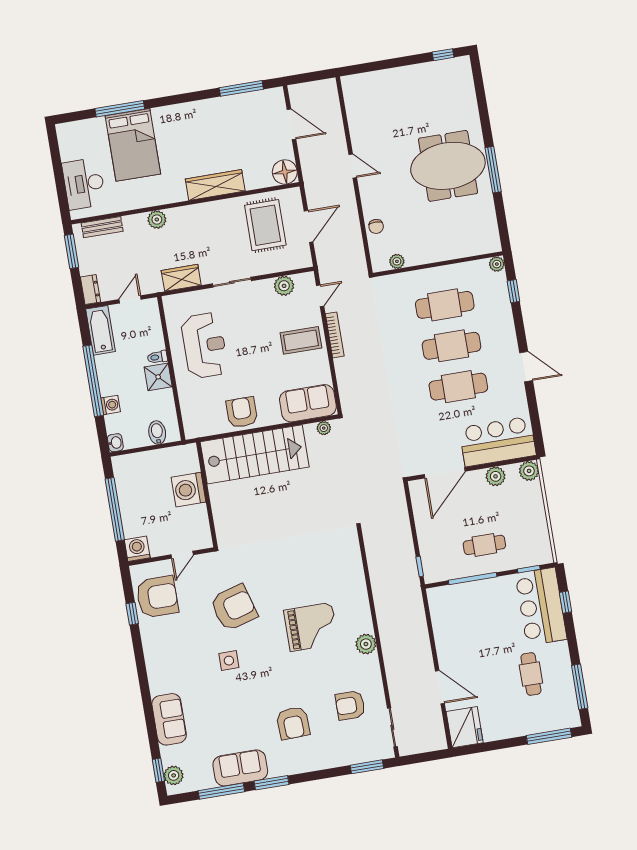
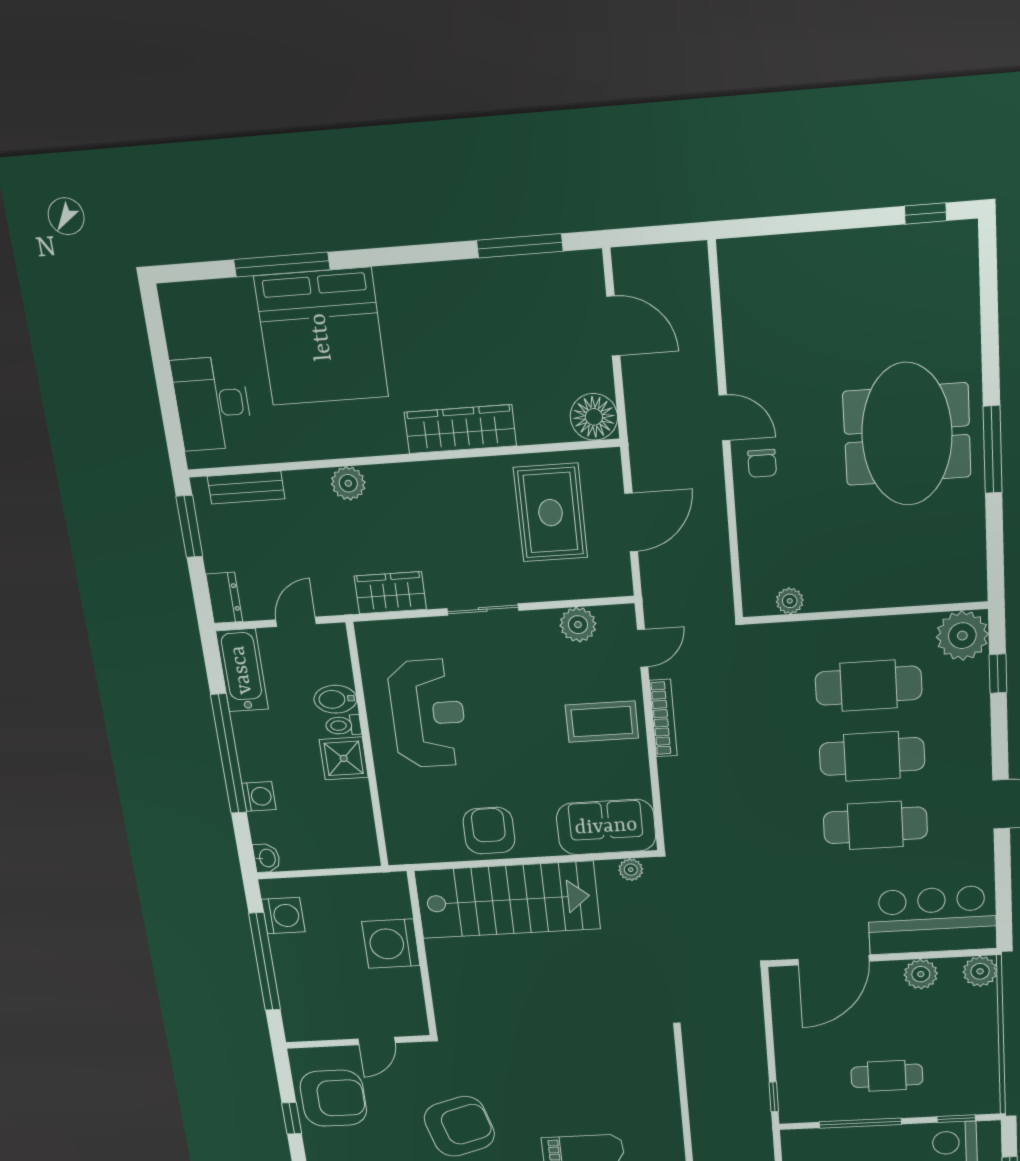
bed: (133, 145) -> (322, 337), width x1.36
meeting table: (448, 166) -> (907, 434), turned 90
chair: (376, 226) -> (762, 463), moved
plant: (497, 264) -> (962, 636), width x1.88, depth x1.88
bidet: (157, 433) -> (335, 699), moved, turned -90
washing machine: (137, 549) -> (283, 916), moved, turned 90

